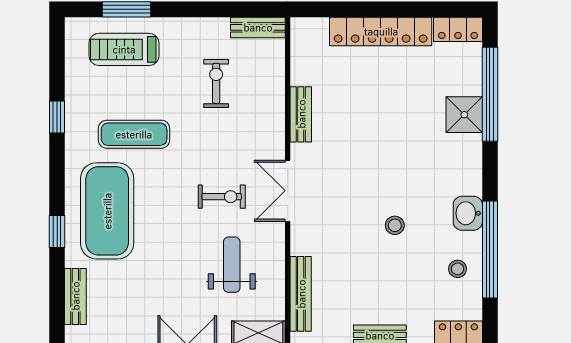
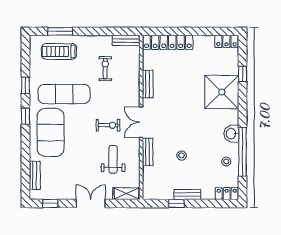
locker: (381, 31) -> (168, 42), moved
window: (490, 94) -> (243, 74), width x0.32
shower: (464, 115) -> (222, 92), width x1.86, depth x1.86
exercise mat: (134, 134) -> (64, 94), width x1.36, depth x1.45
stool: (395, 225) -> (182, 155), moved
window: (57, 232) -> (25, 116), moved
bench: (301, 294) -> (148, 152), moved, width x0.73

